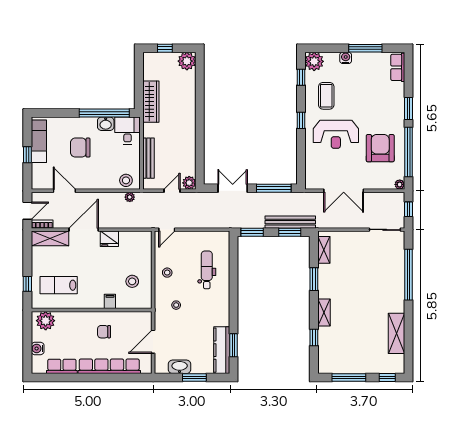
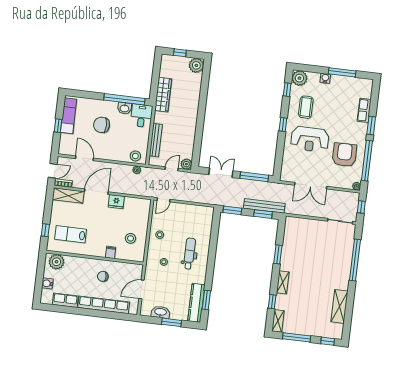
row of seats: (398, 67) -> (364, 110), moved
shelving: (324, 250) -> (278, 321), moved
dental chair: (207, 270) -> (189, 254), moved

